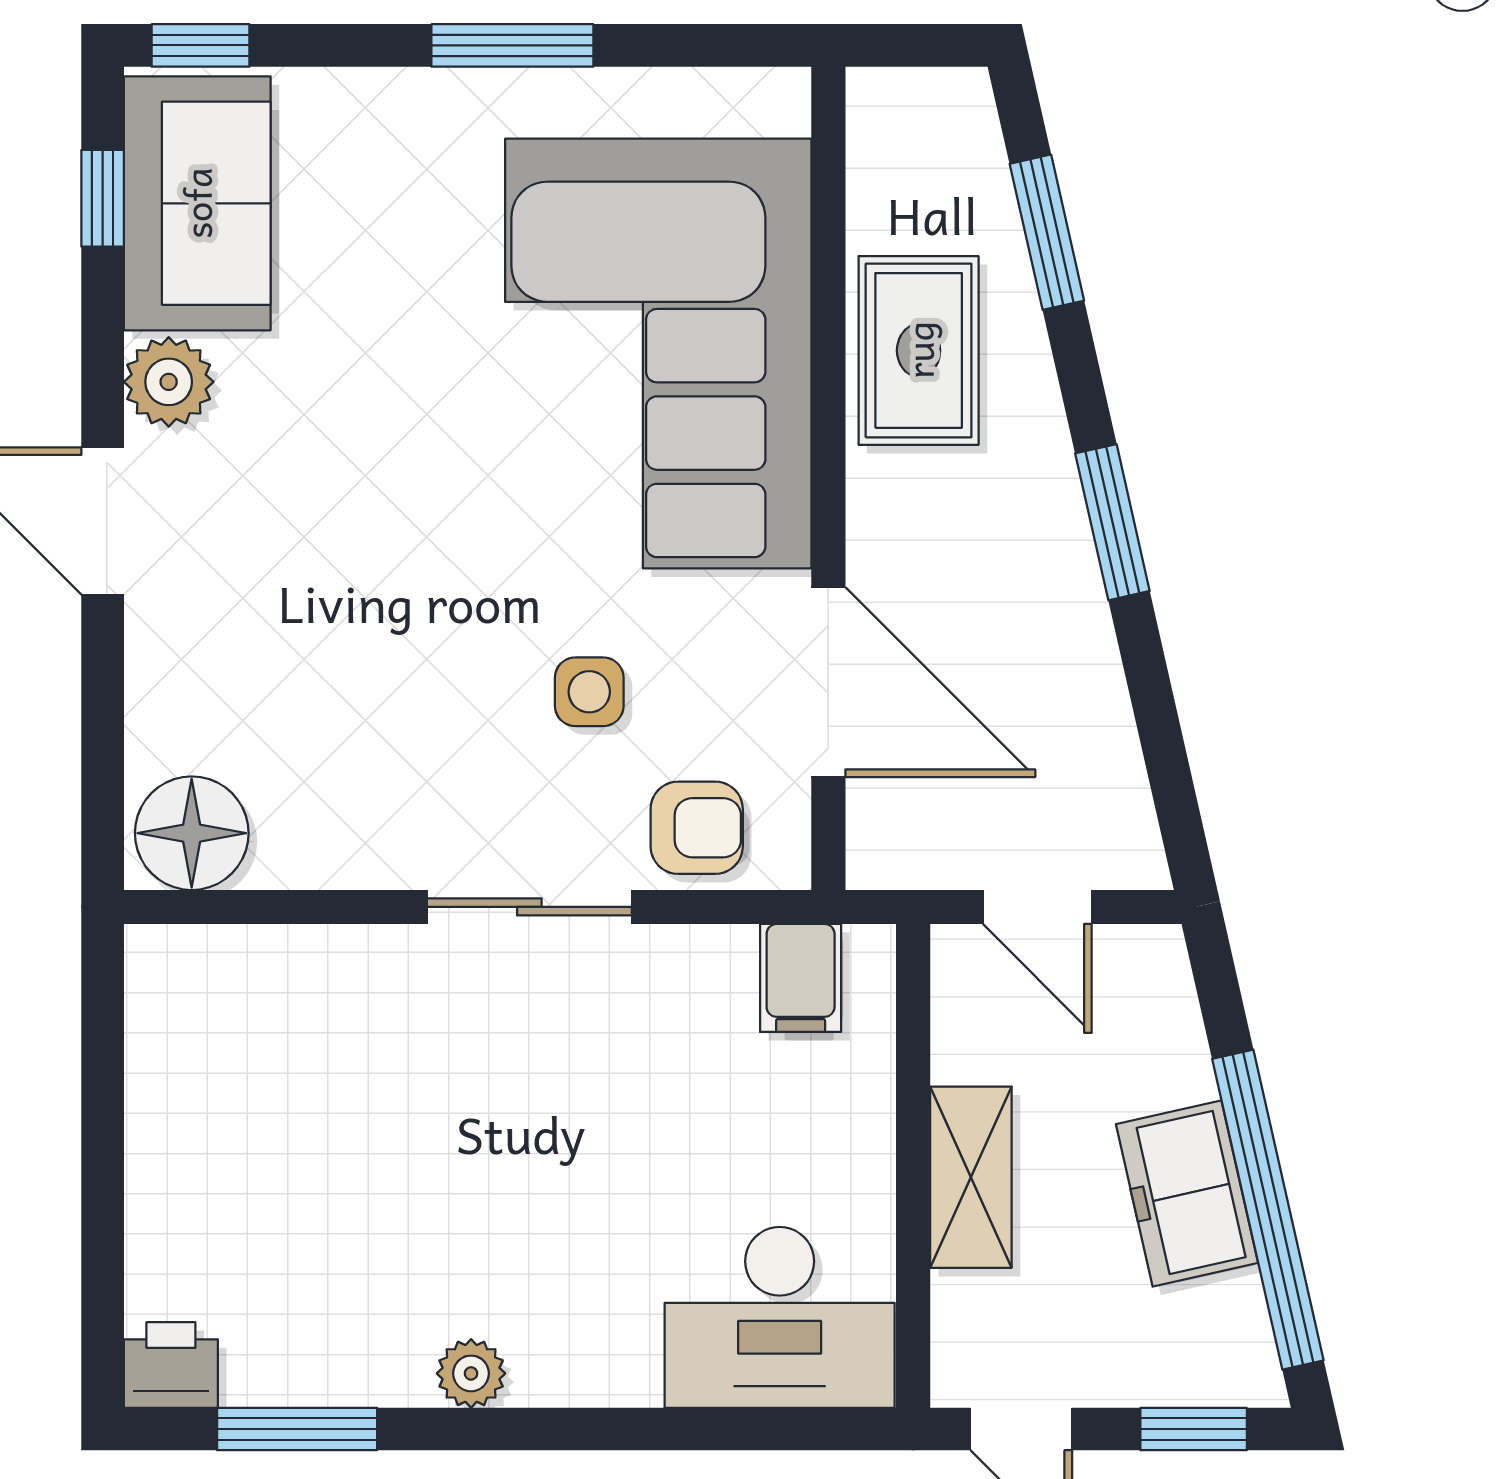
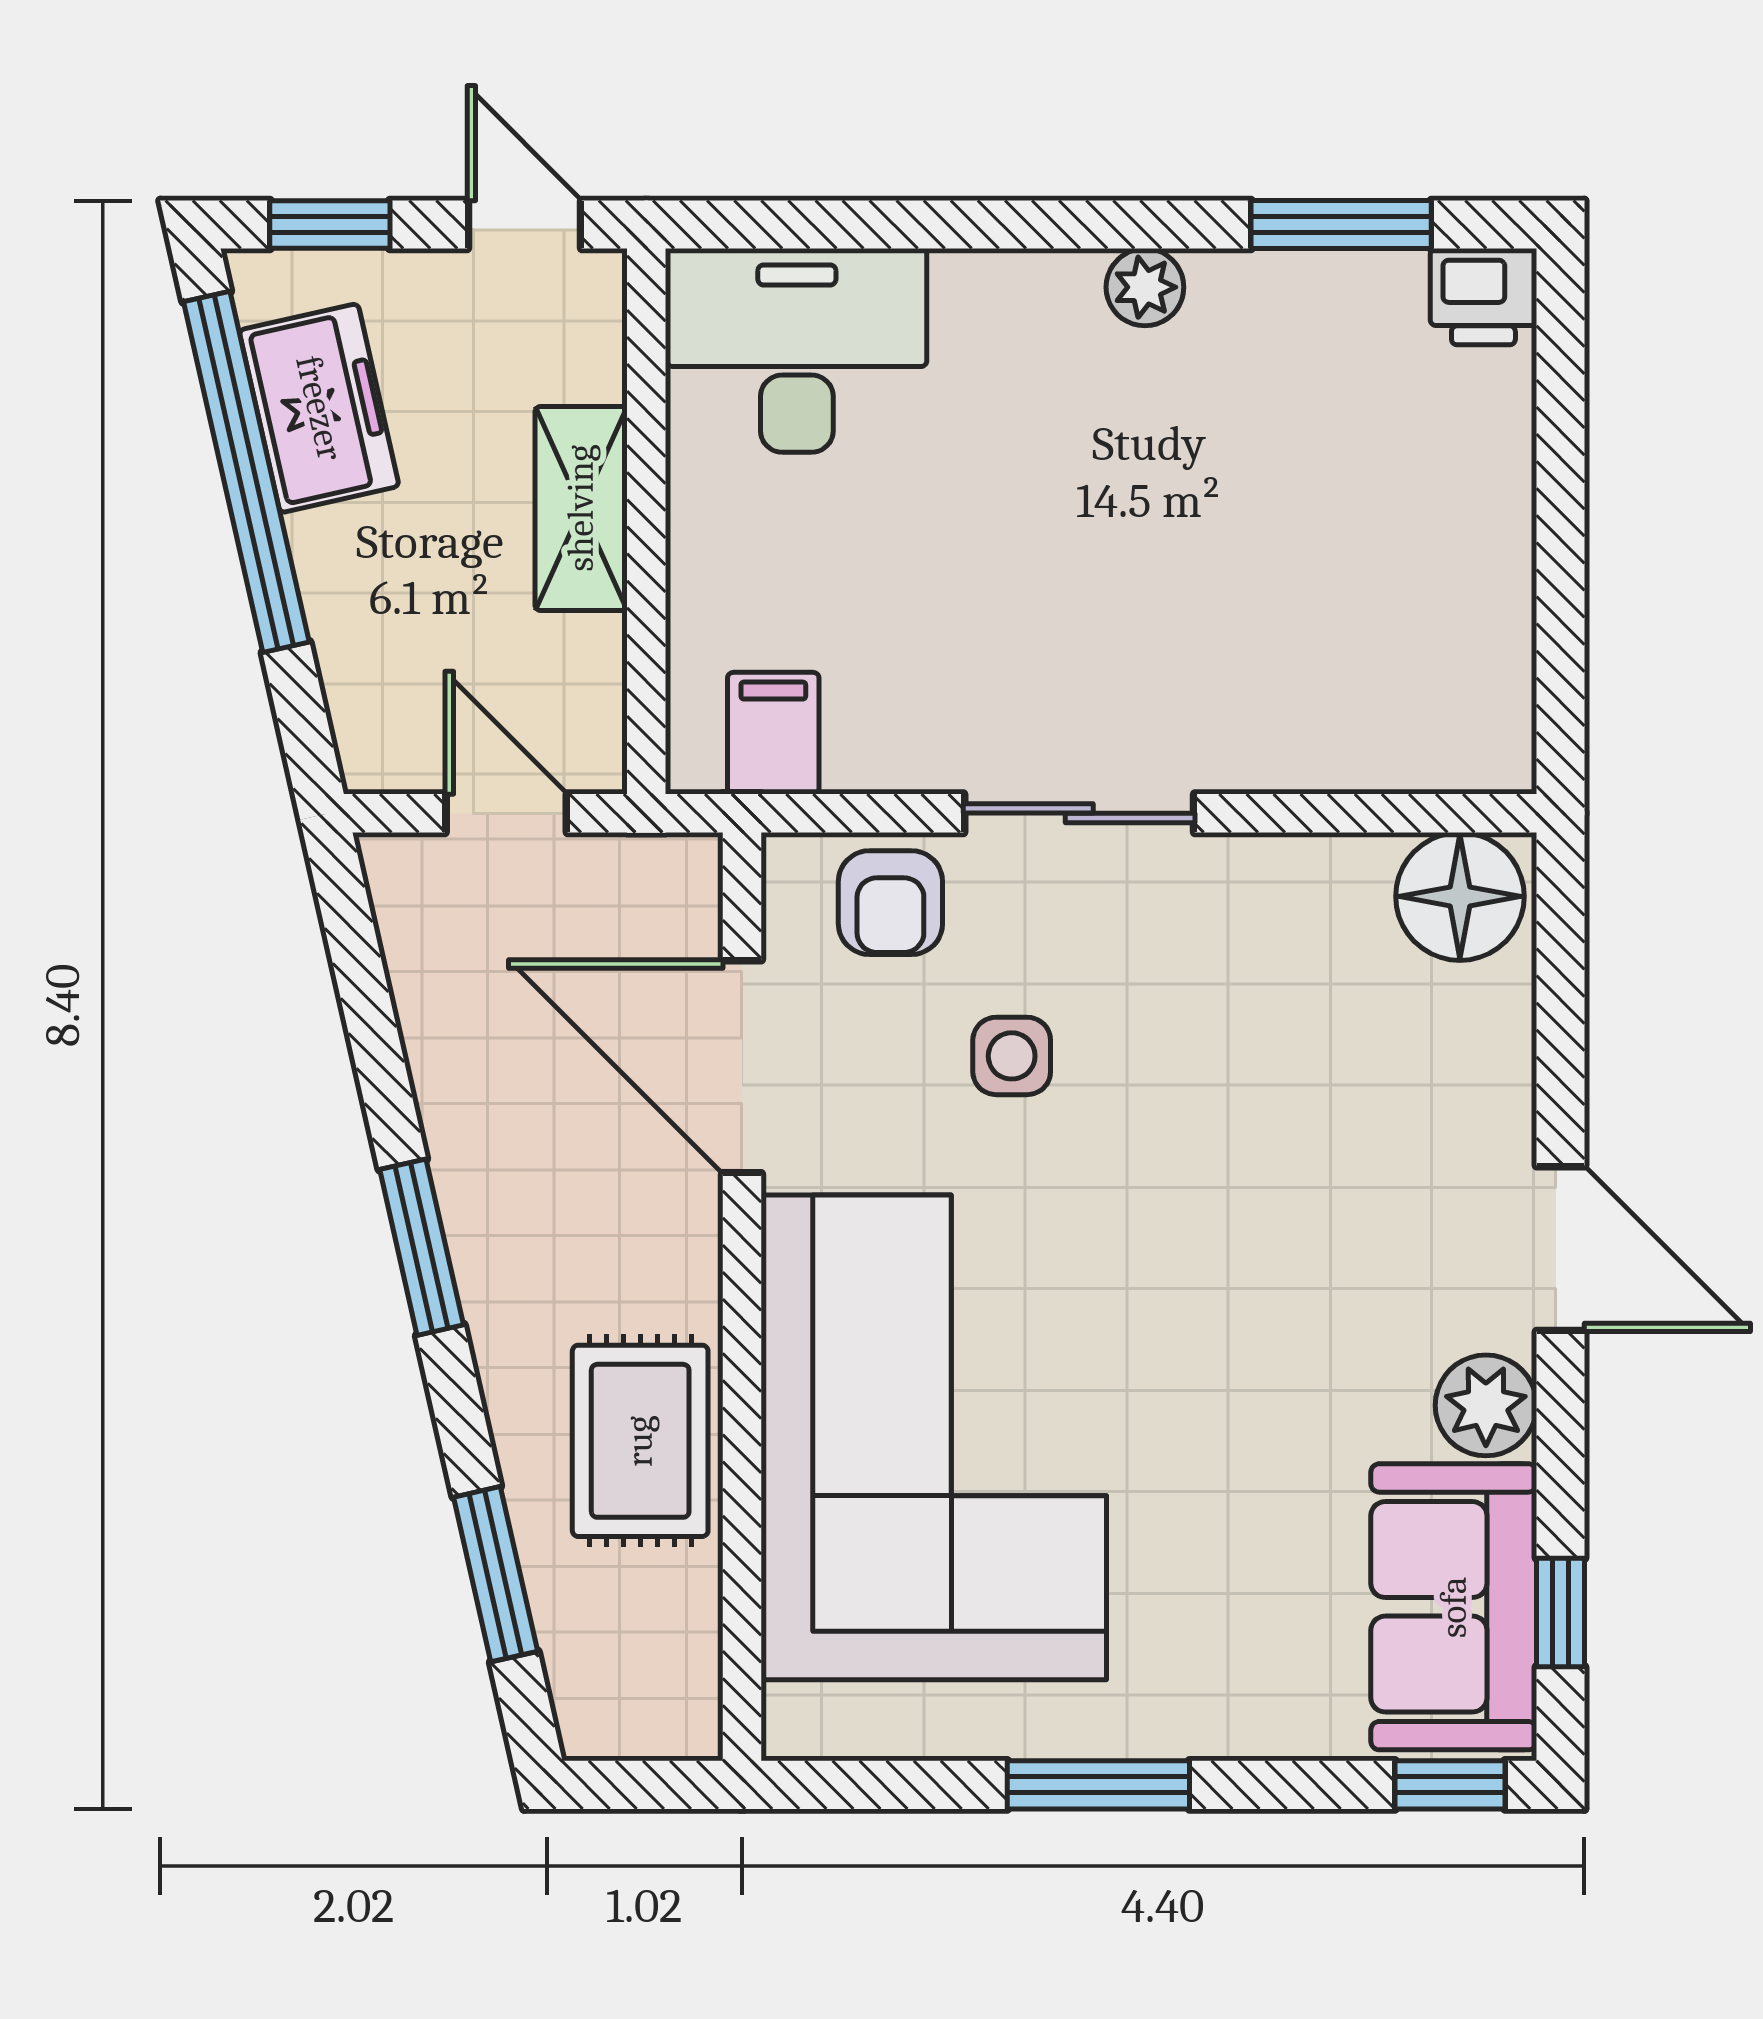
armchair: (697, 828) -> (890, 903), turned -90
freezer: (1187, 1193) -> (319, 408), moved

